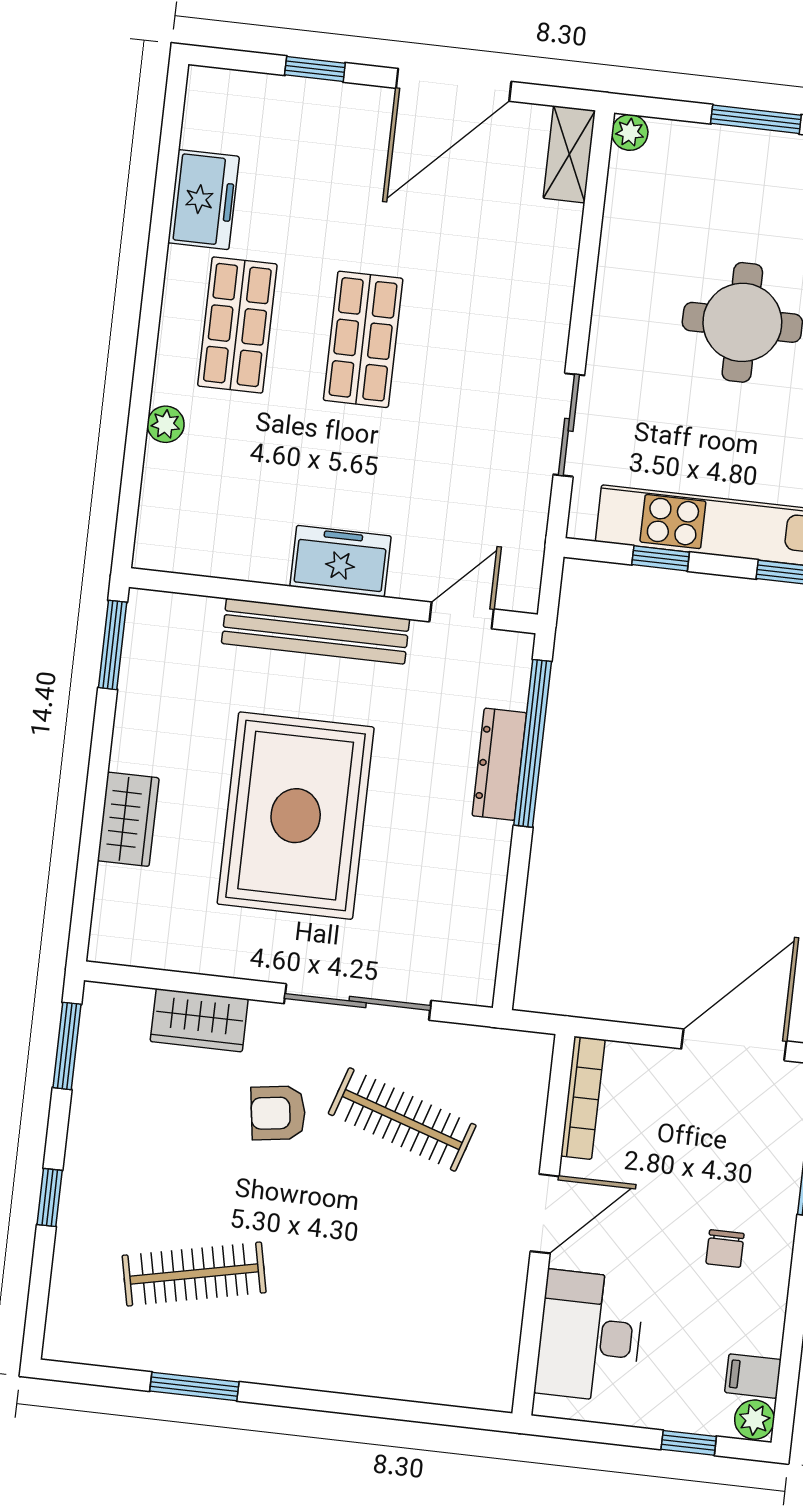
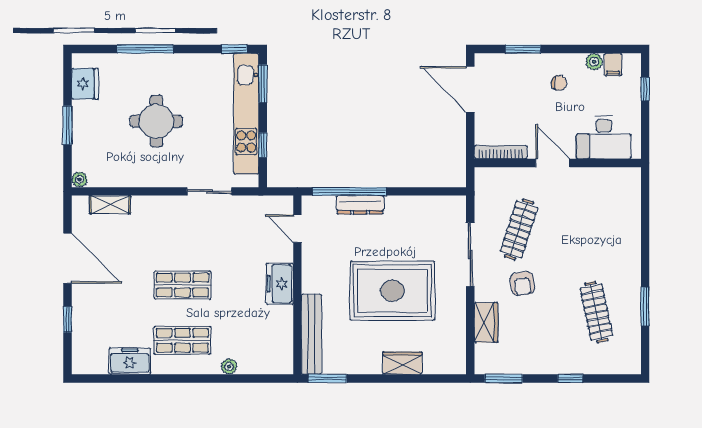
shelving: (569, 154) -> (110, 205), moved
bench: (316, 631) -> (311, 334), moved
plant: (754, 1420) -> (594, 62), moved

